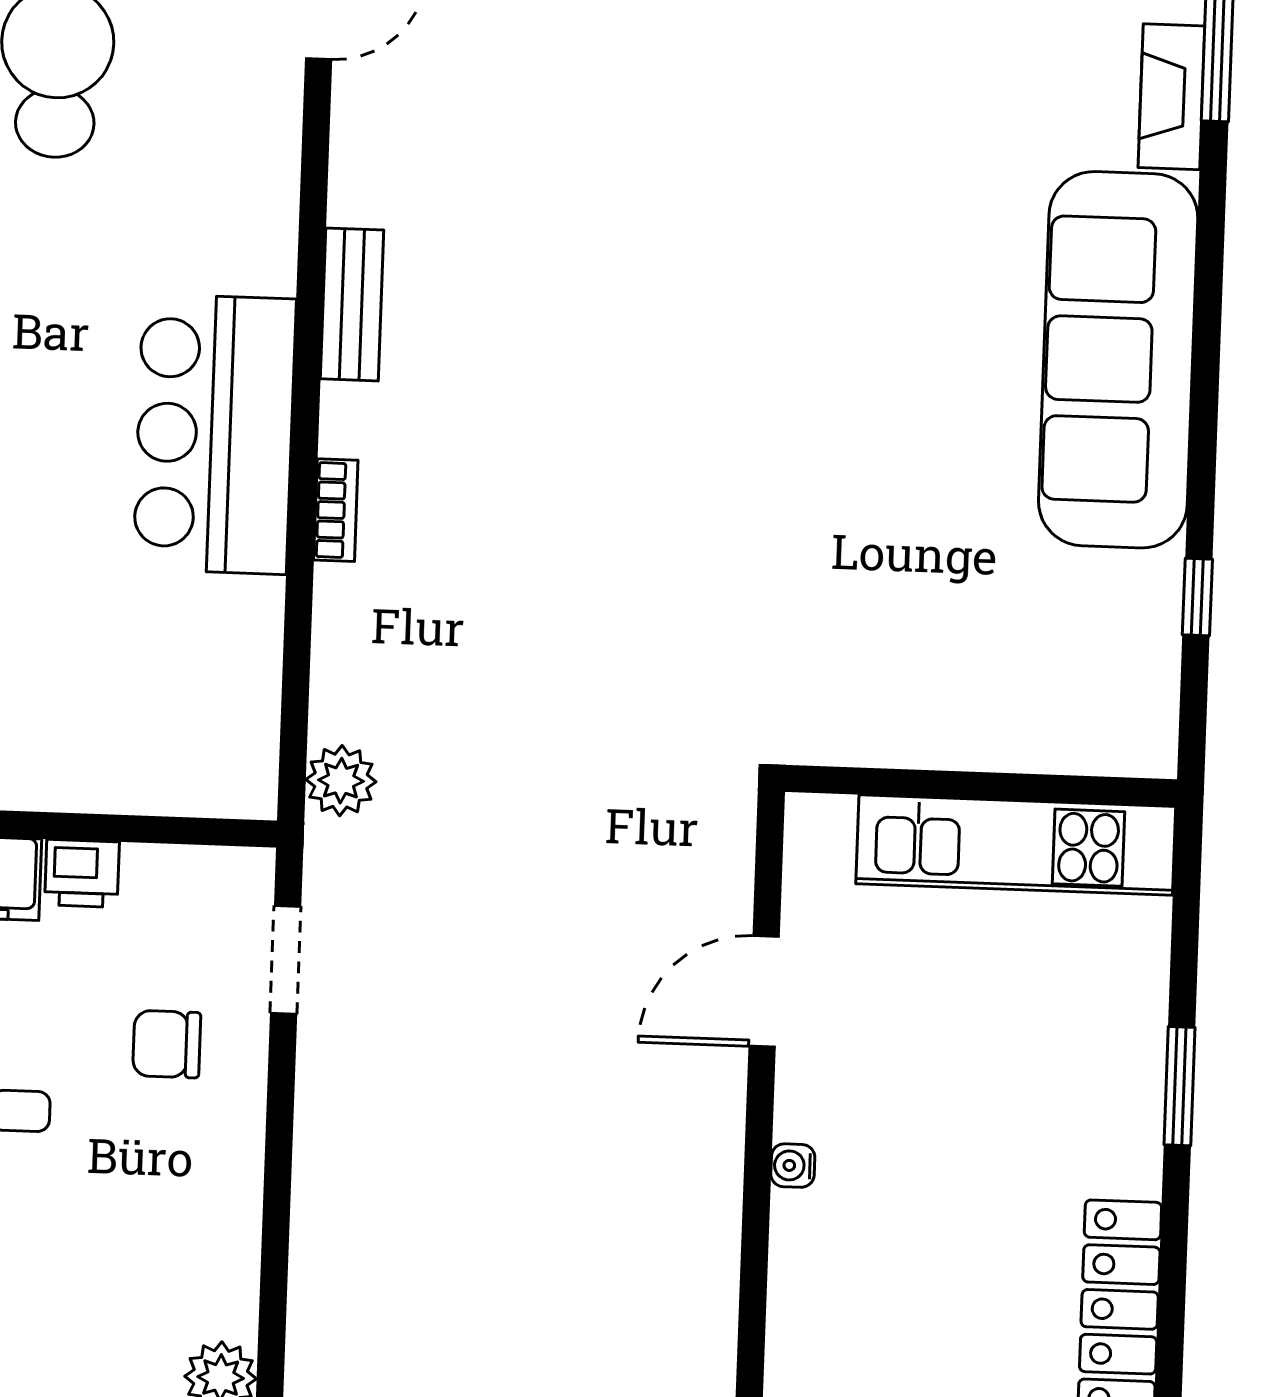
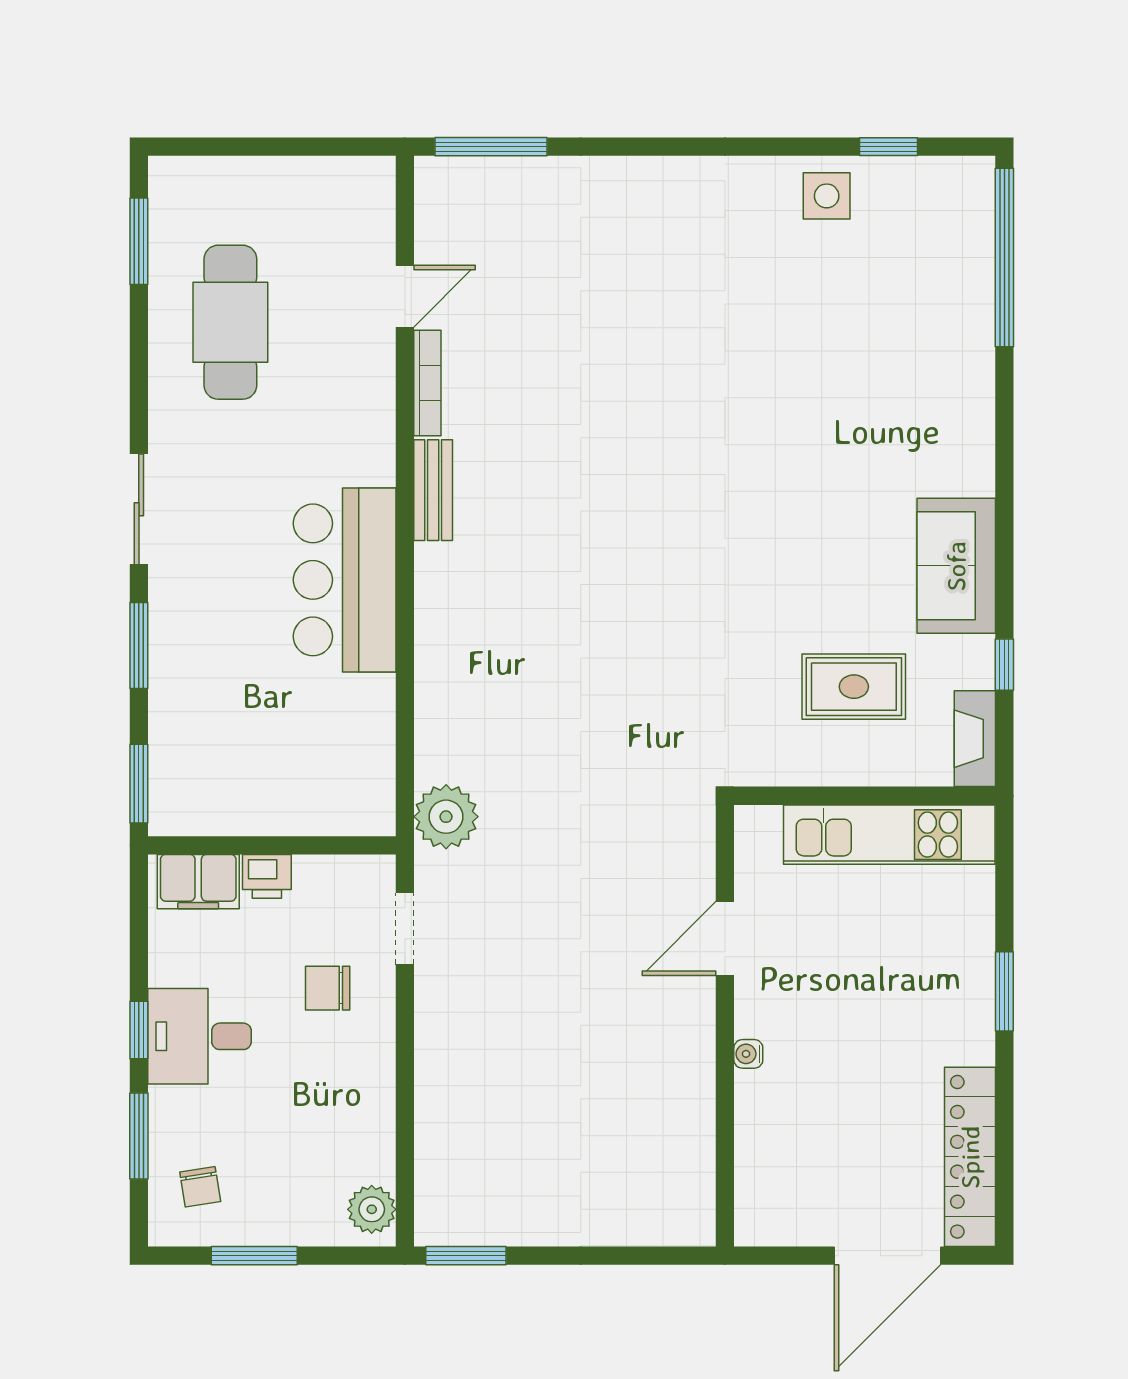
fireplace: (1171, 97) -> (975, 739), moved
sofa: (1118, 360) -> (956, 566), width x0.54, depth x0.79
bookcase: (336, 510) -> (427, 383), moved, width x1.56
rug: (971, 622) -> (854, 687), added
plant: (341, 781) -> (446, 817), width x1.36, depth x1.36

